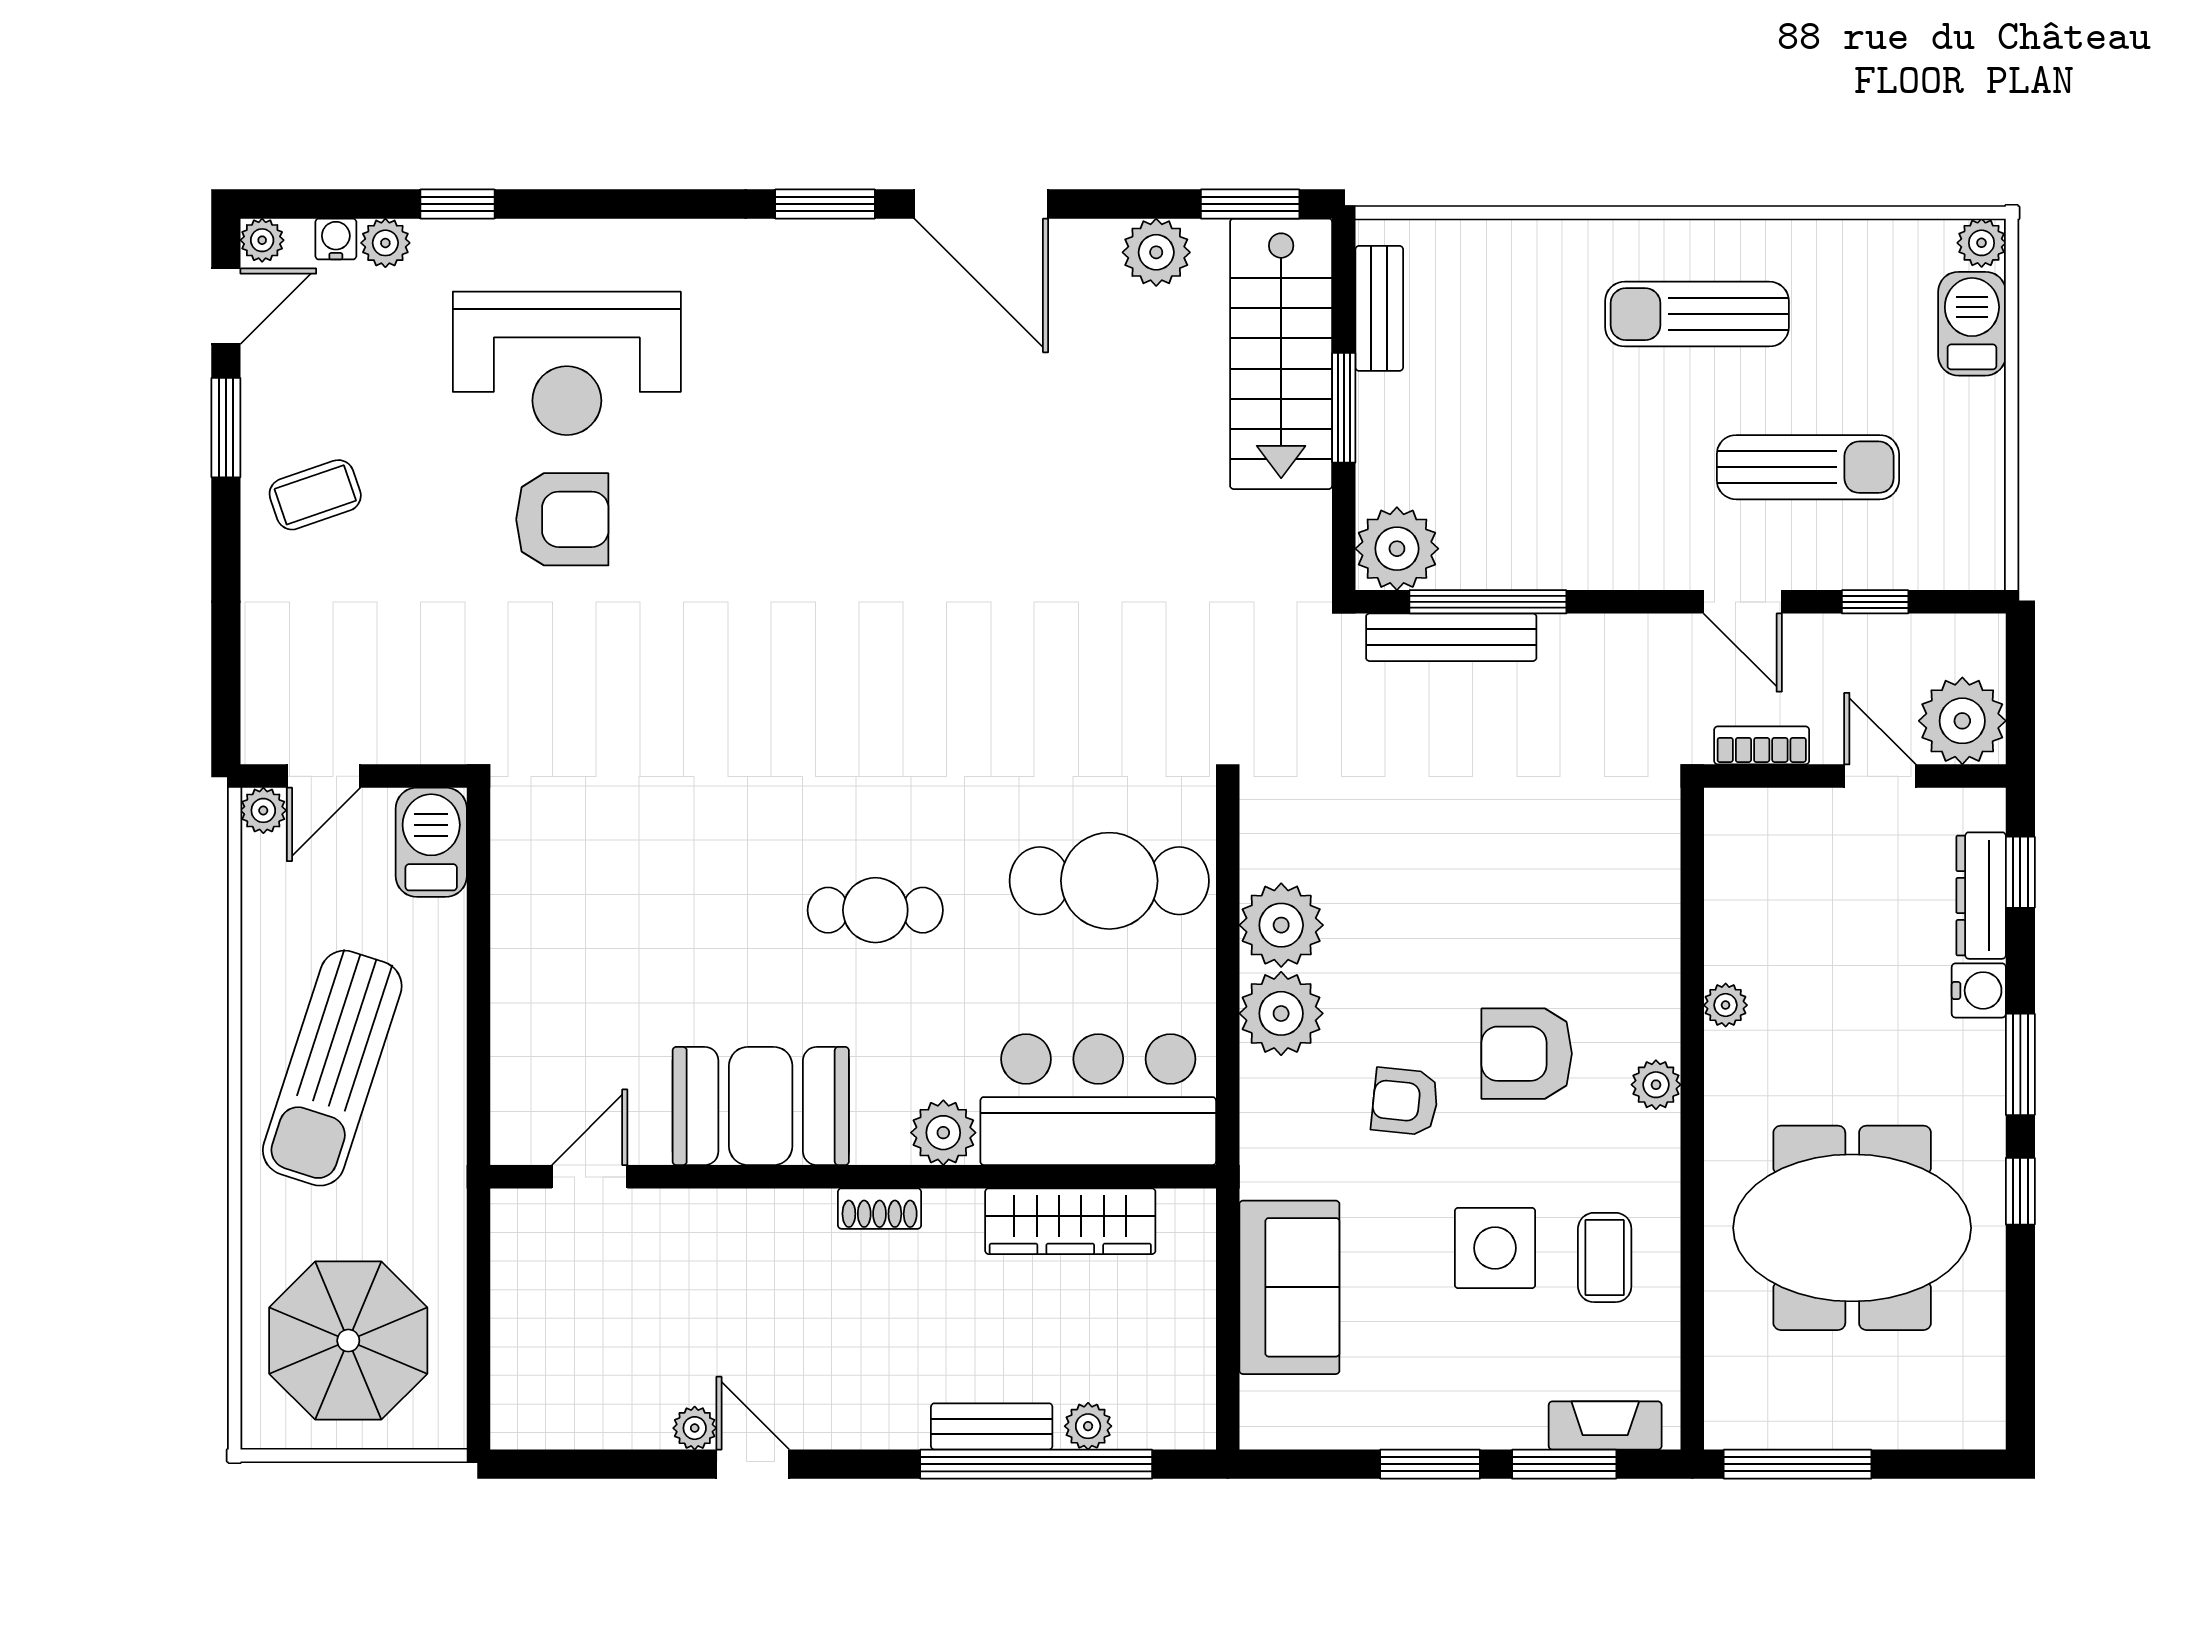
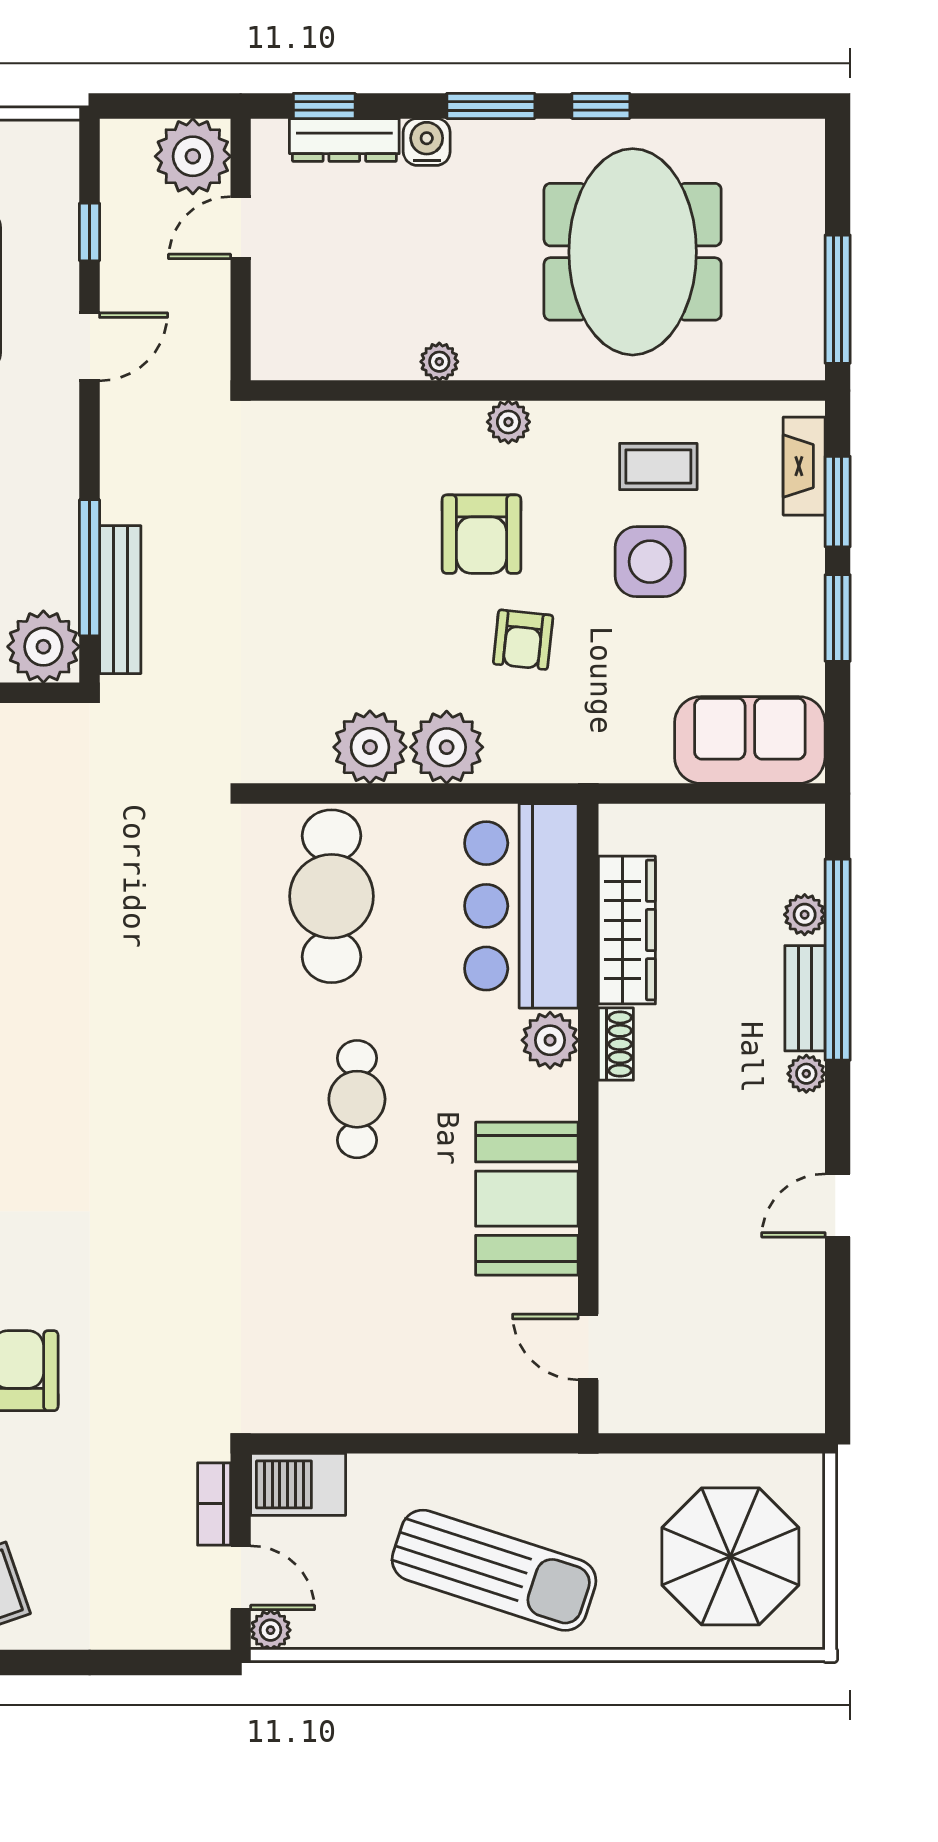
bookcase: (1762, 745) -> (214, 1504), moved
shoe rack: (880, 1209) -> (616, 1044), moved
sofa: (1289, 1287) -> (750, 740), moved
plant: (695, 1428) -> (806, 1074), moved

